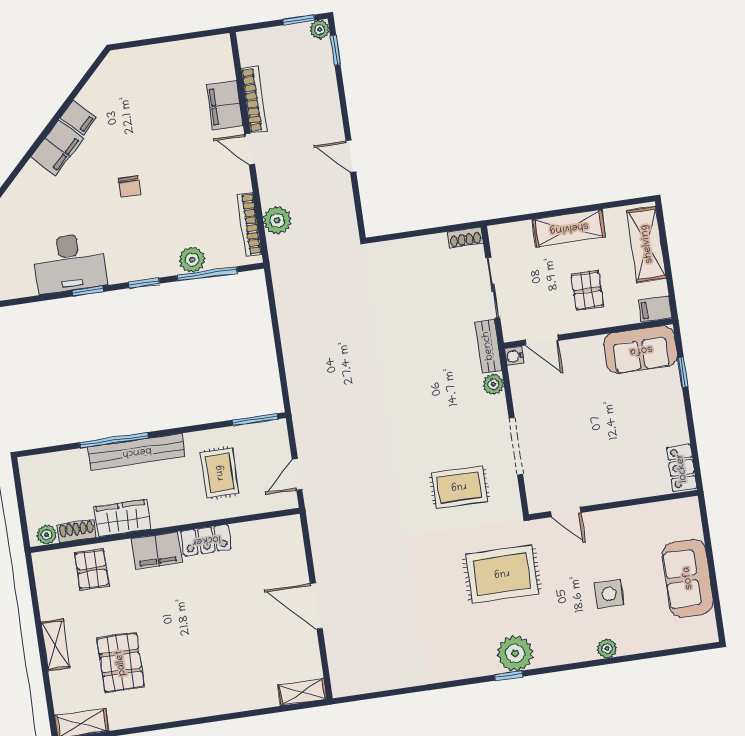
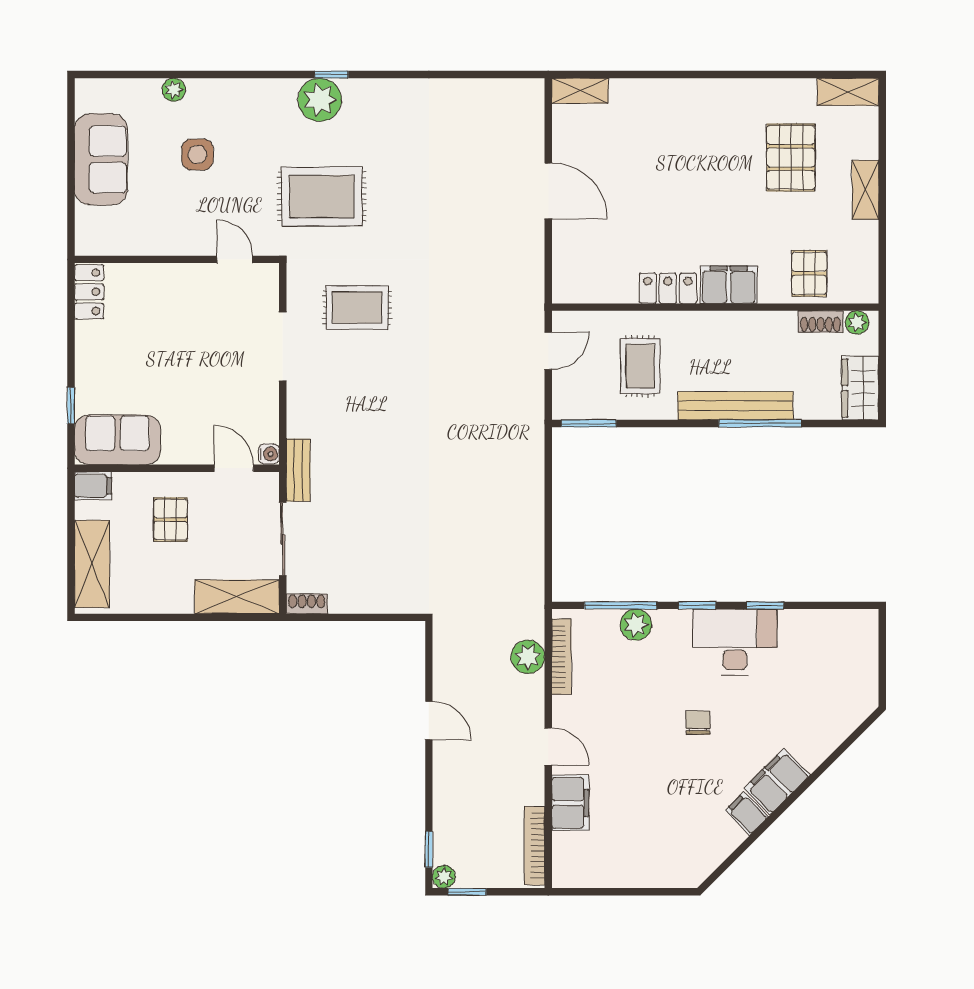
bookcase: (254, 100) -> (535, 846), moved
shelving: (569, 228) -> (237, 597), moved
desk: (70, 263) -> (735, 642), moved
plant: (493, 384) -> (299, 424), removed
wardrobe: (122, 518) -> (860, 388), moved, turned 90
plant: (607, 649) -> (174, 90), moved

